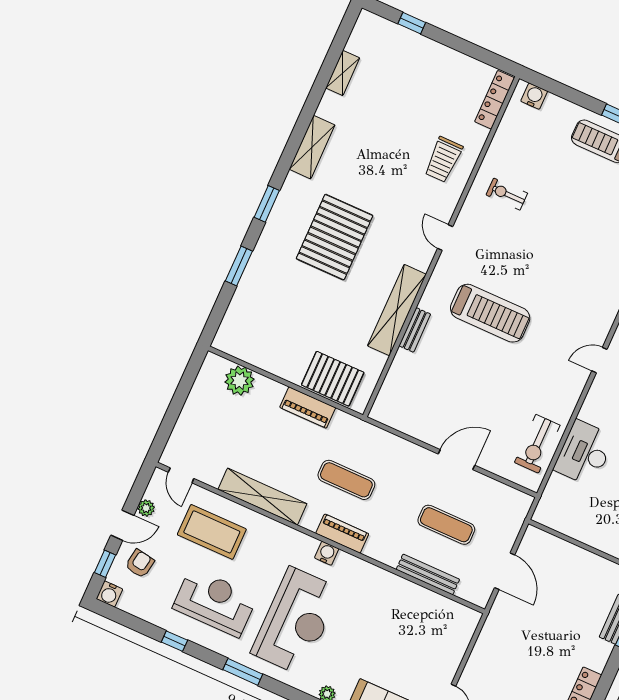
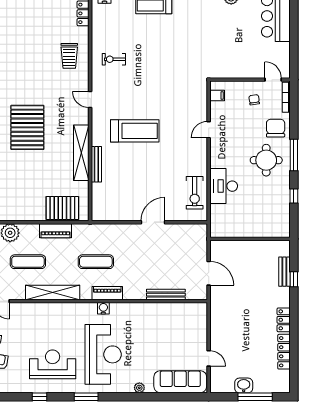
bench: (415, 330) -> (96, 164), width x1.36
exercise mat: (446, 525) -> (28, 262), moved
coffee table: (212, 532) -> (33, 325), removed

